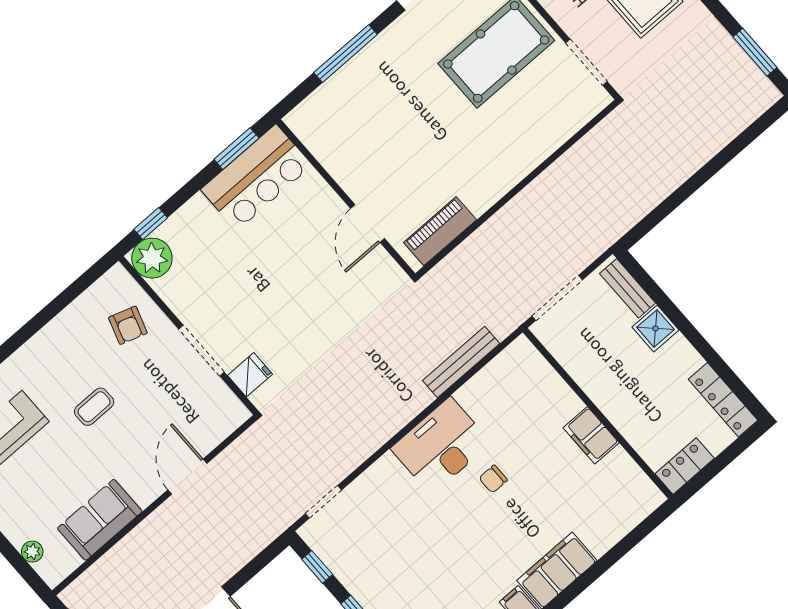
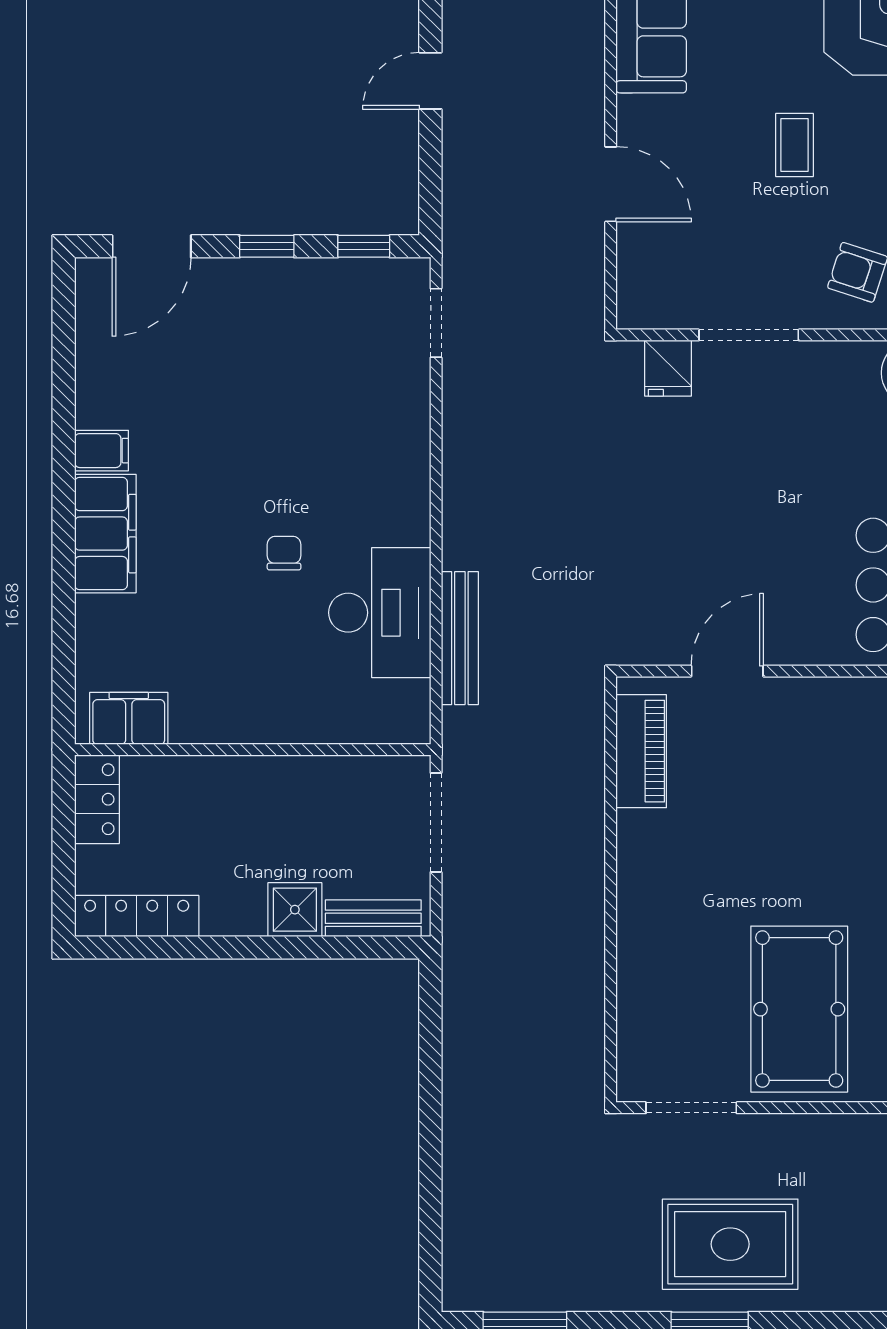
door: (368, 224) -> (727, 671), hinge flipped
filing cabinet: (591, 435) -> (129, 718), moved
desk: (441, 446) -> (380, 613), moved

